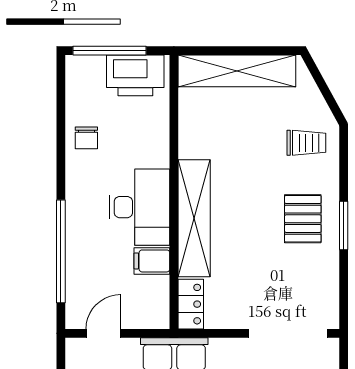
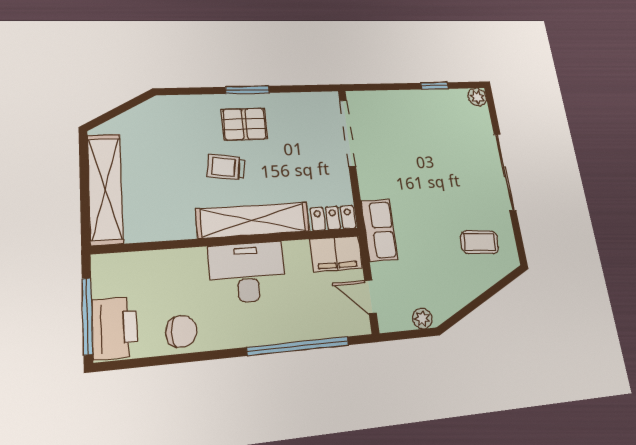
printer: (135, 75) -> (115, 328), moved
chair: (86, 138) -> (181, 331), width x1.37, depth x1.37
trolley: (306, 143) -> (226, 167), moved, turned -81
filing cabinet: (152, 261) -> (336, 254), moved, width x2.00

